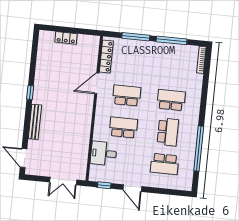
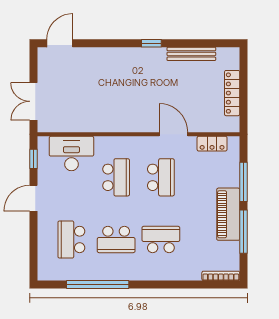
locker: (66, 38) -> (232, 93), width x1.53
piano: (158, 50) -> (228, 214), added
locker: (106, 57) -> (212, 144), width x0.66
school desk: (171, 100) -> (161, 239), turned -90
bench: (35, 122) -> (191, 54), moved
desk: (104, 153) -> (71, 153), width x1.37

